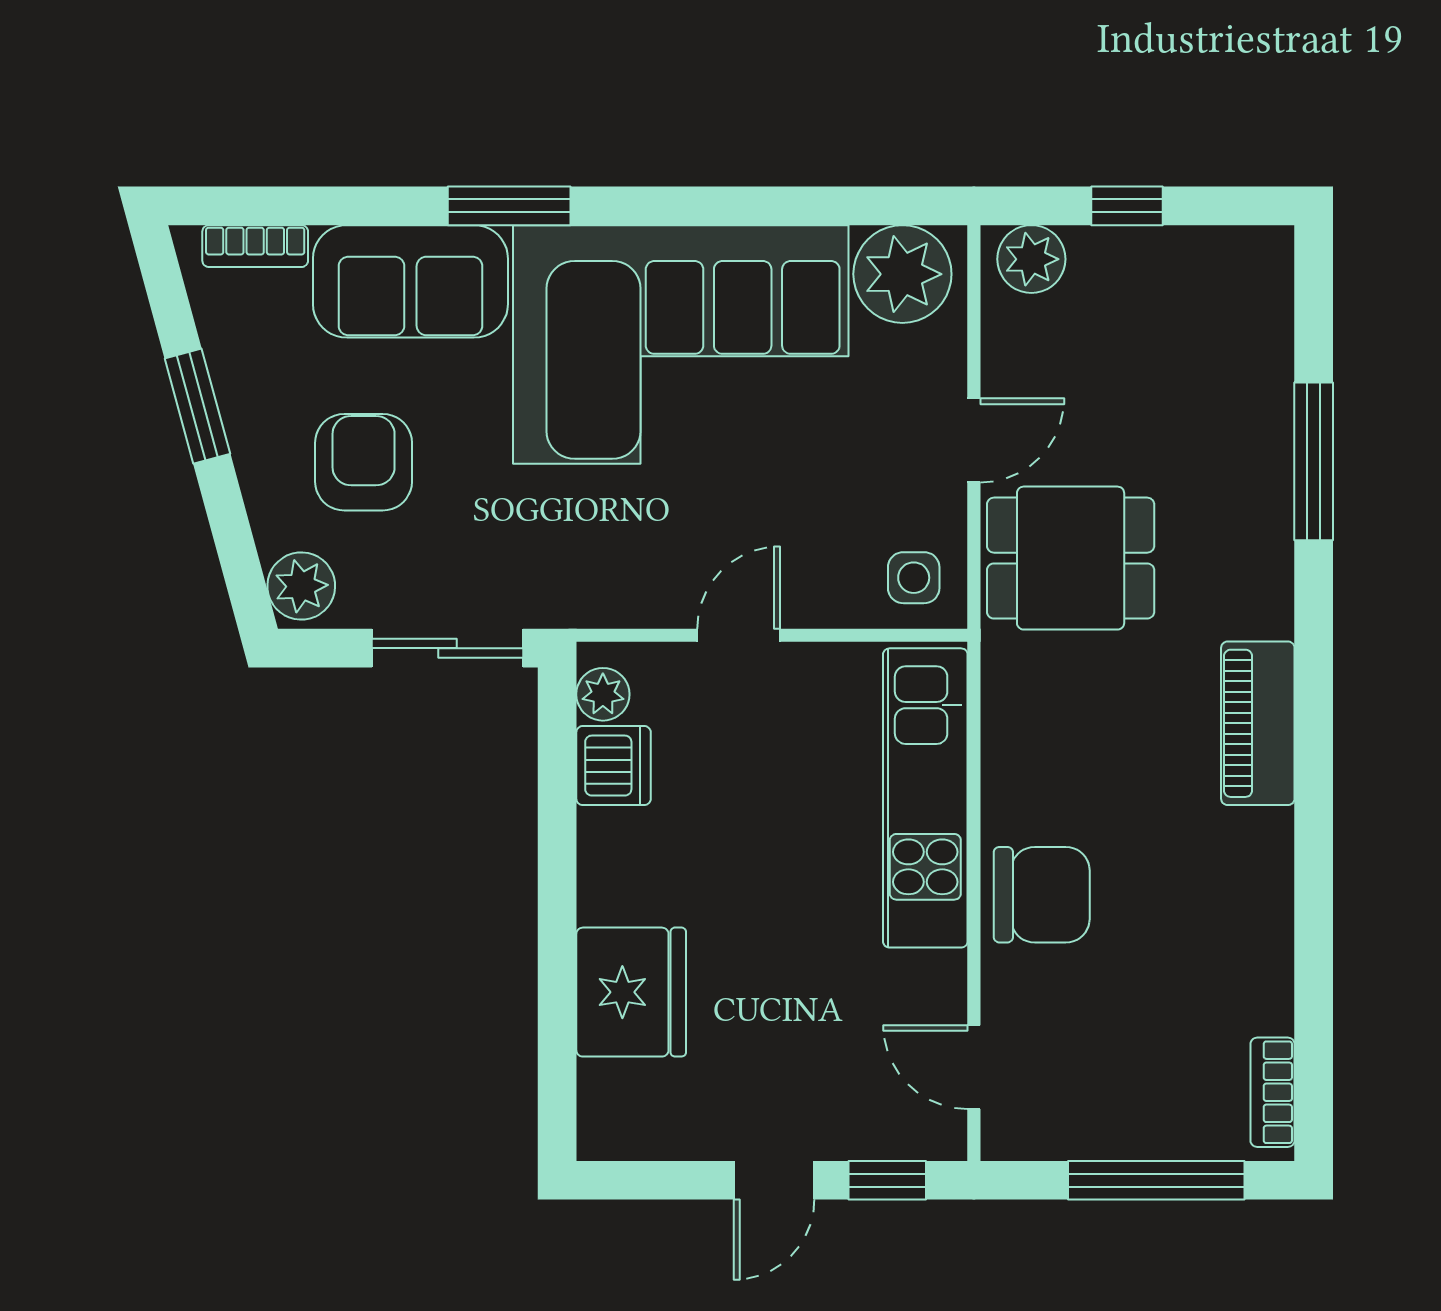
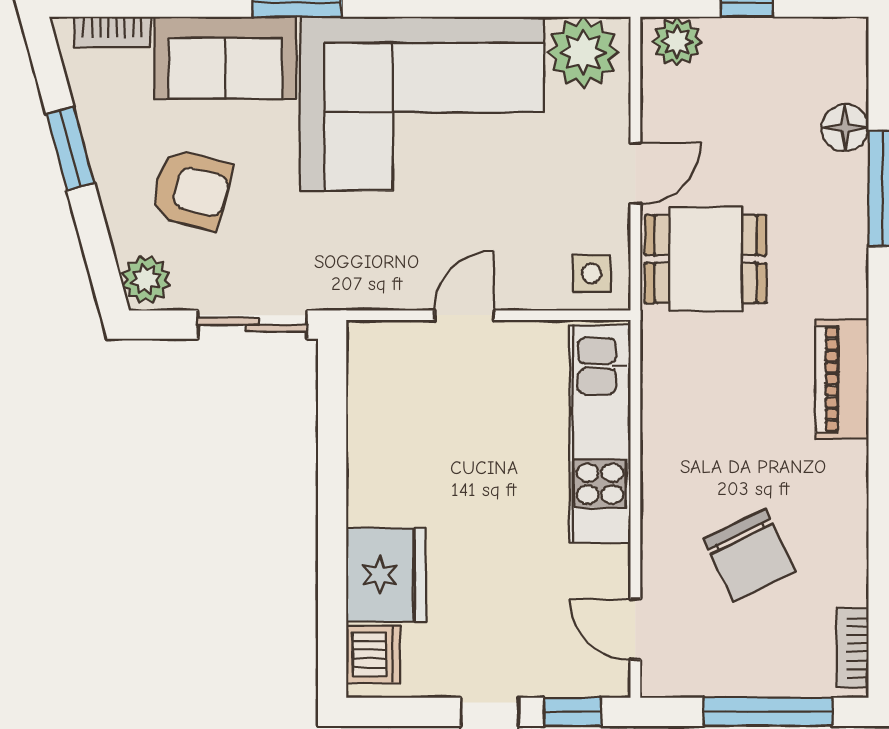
floor lamp: (1262, 378) -> (845, 128), added
armchair: (364, 462) -> (191, 189), turned 105
plant: (603, 694) -> (365, 358), removed
dishwasher: (614, 766) -> (373, 654), moved
chair: (1042, 895) -> (749, 555), moved, turned 64

